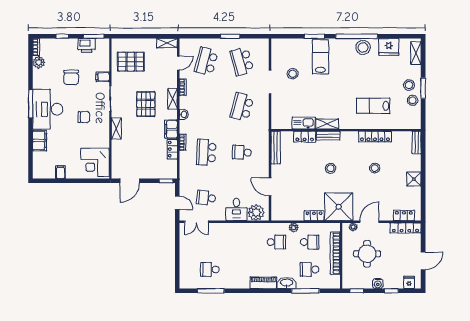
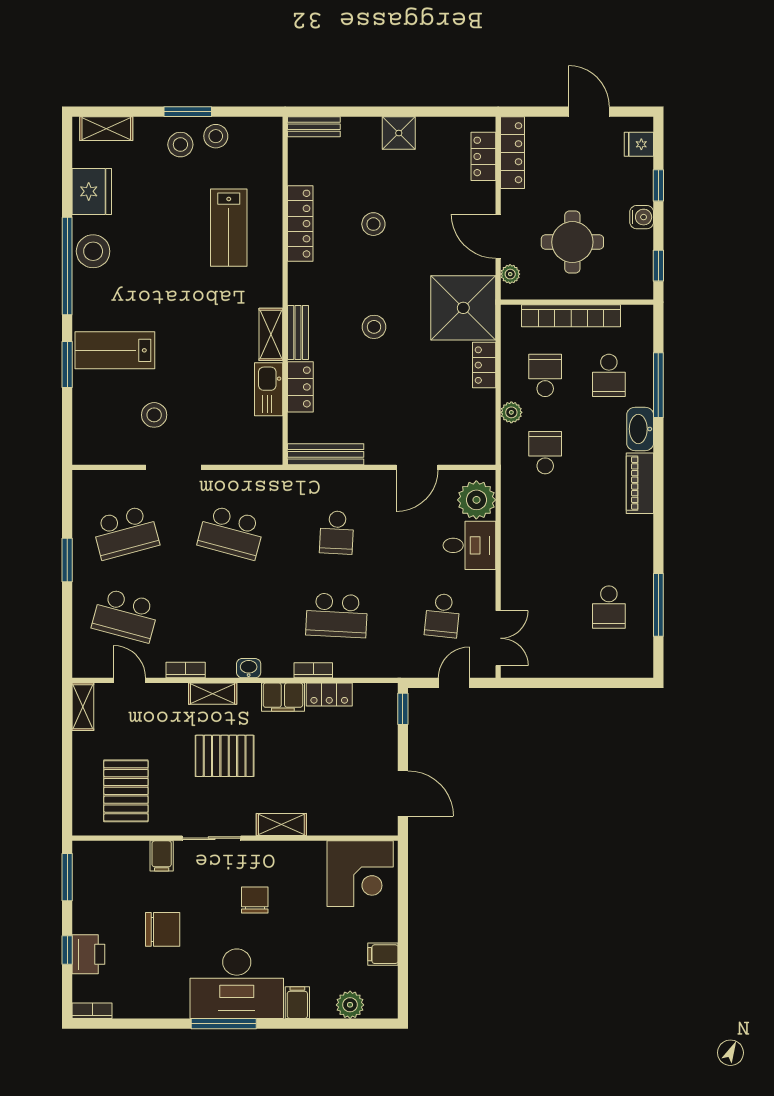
printer: (87, 45) -> (88, 954), moved
plant: (39, 62) -> (350, 1005), moved
filing cabinet: (40, 141) -> (297, 1003), width x0.50

